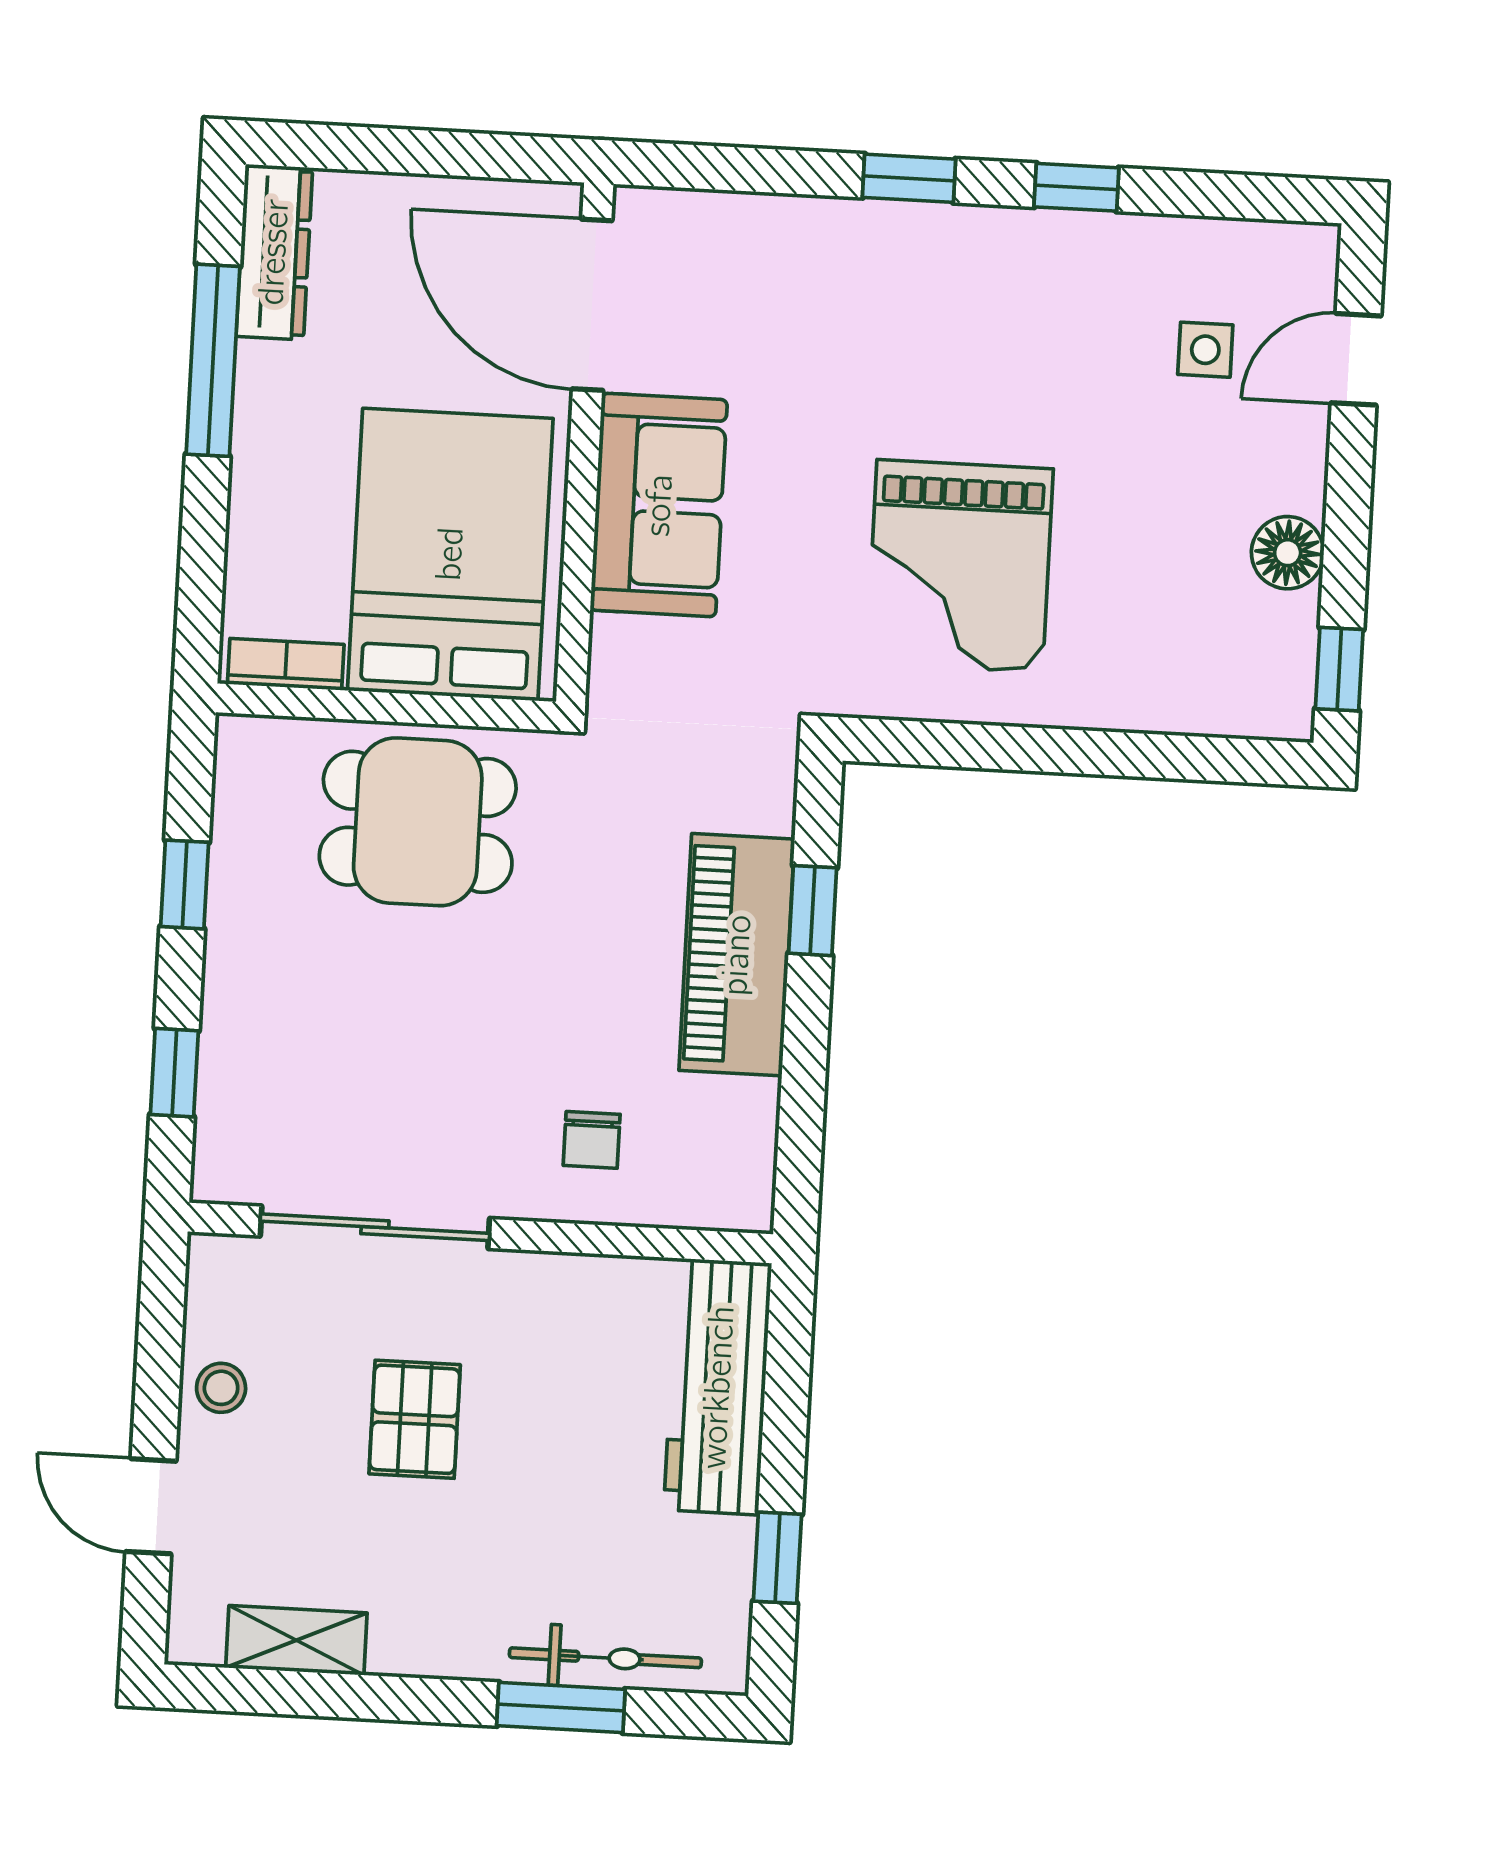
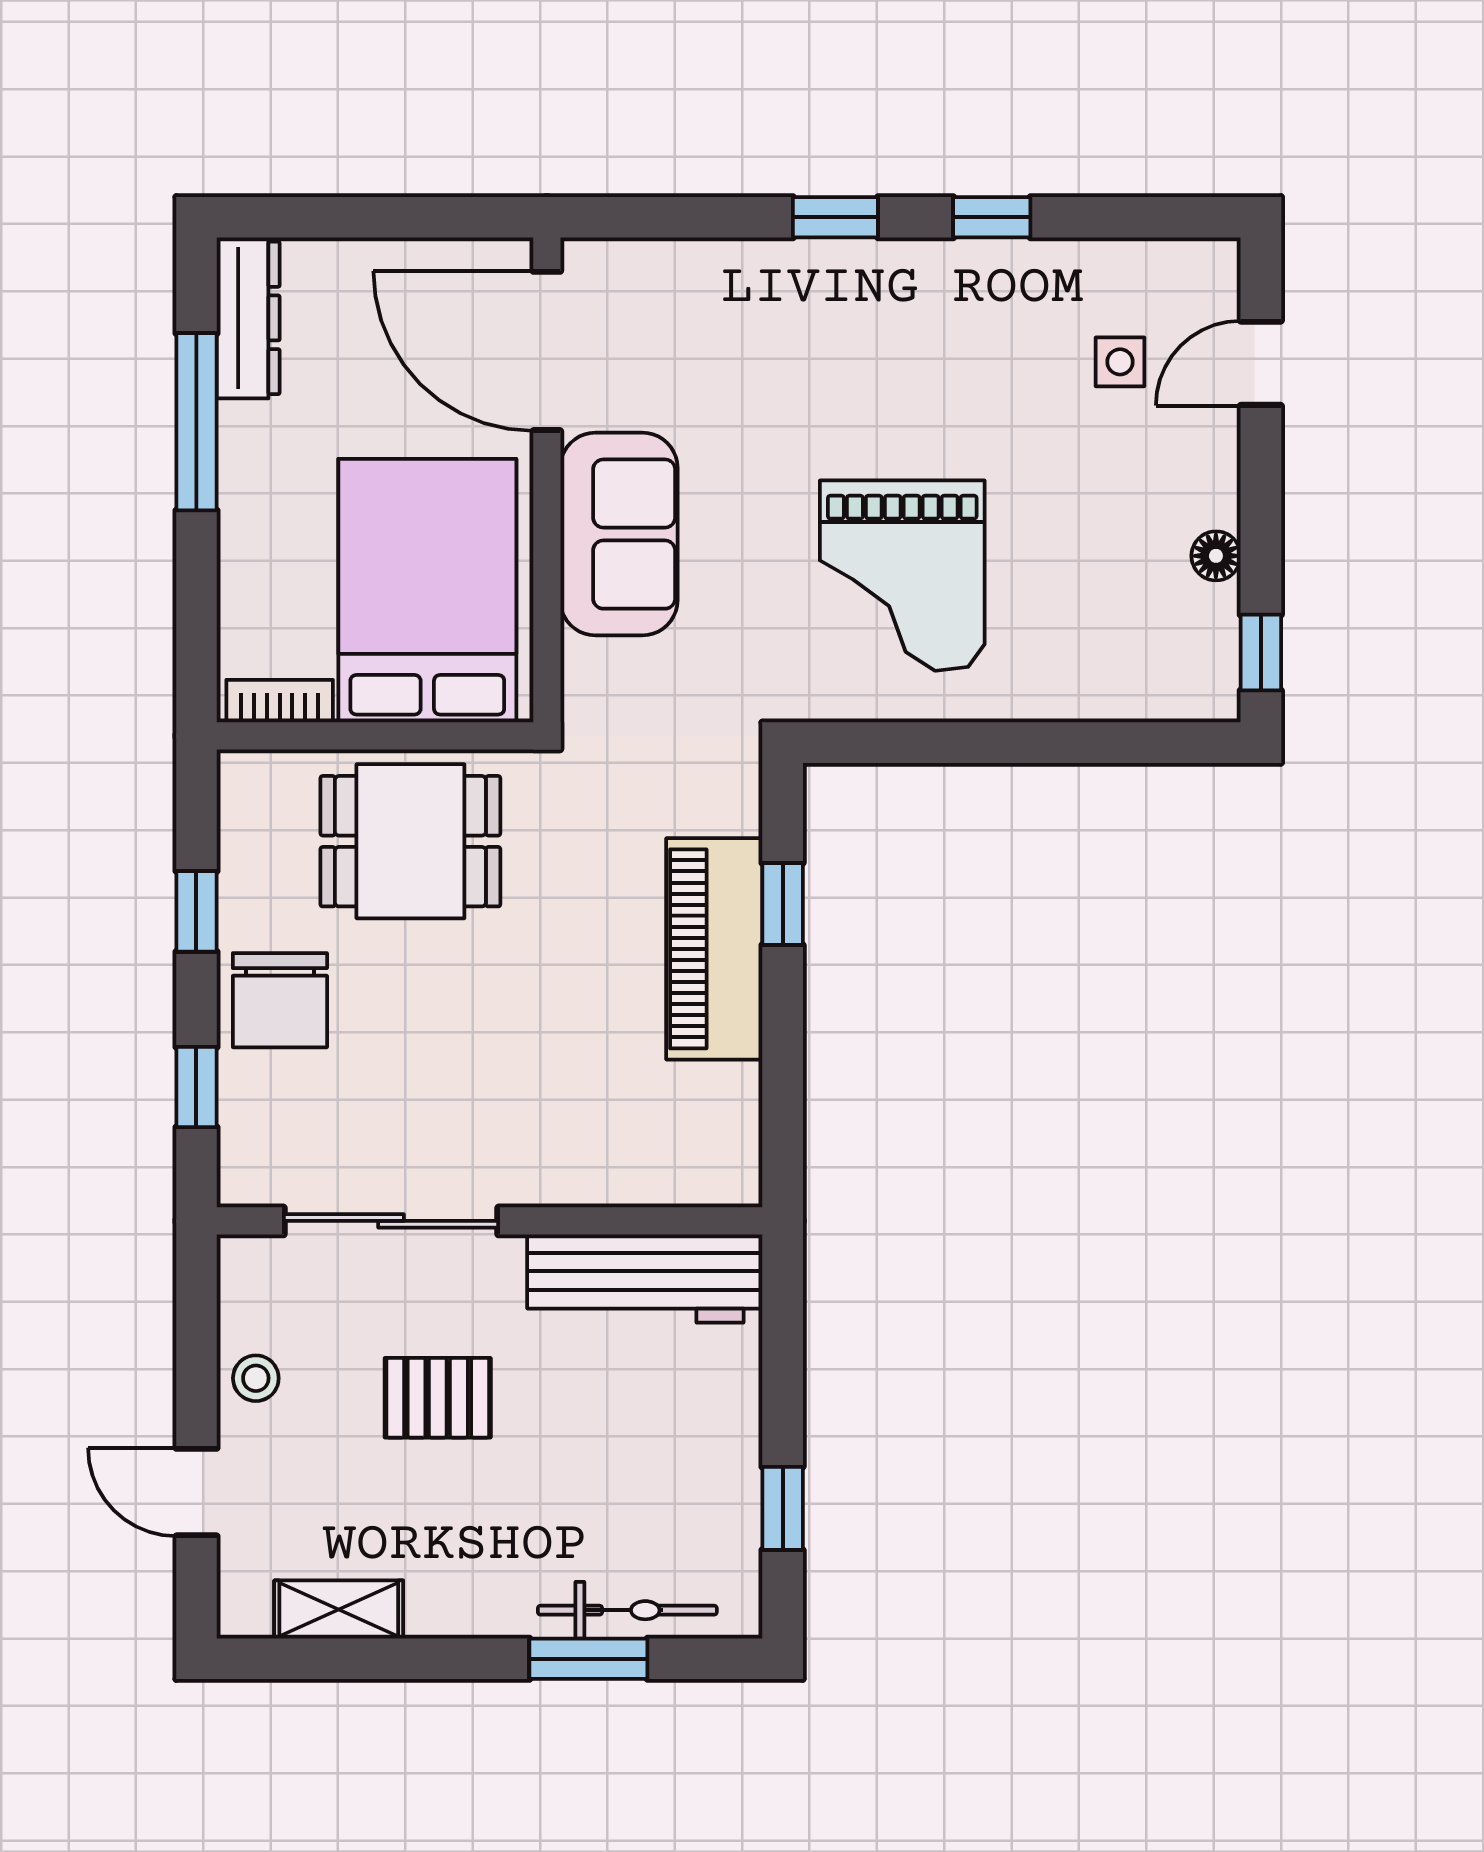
floor lamp: (1288, 553) -> (1216, 556), width x0.73, depth x0.73
chair: (592, 1140) -> (280, 1000), moved, width x1.87, depth x1.87
workbench: (718, 1387) -> (645, 1279), moved, turned -90
pallet: (415, 1419) -> (438, 1398), turned 90

